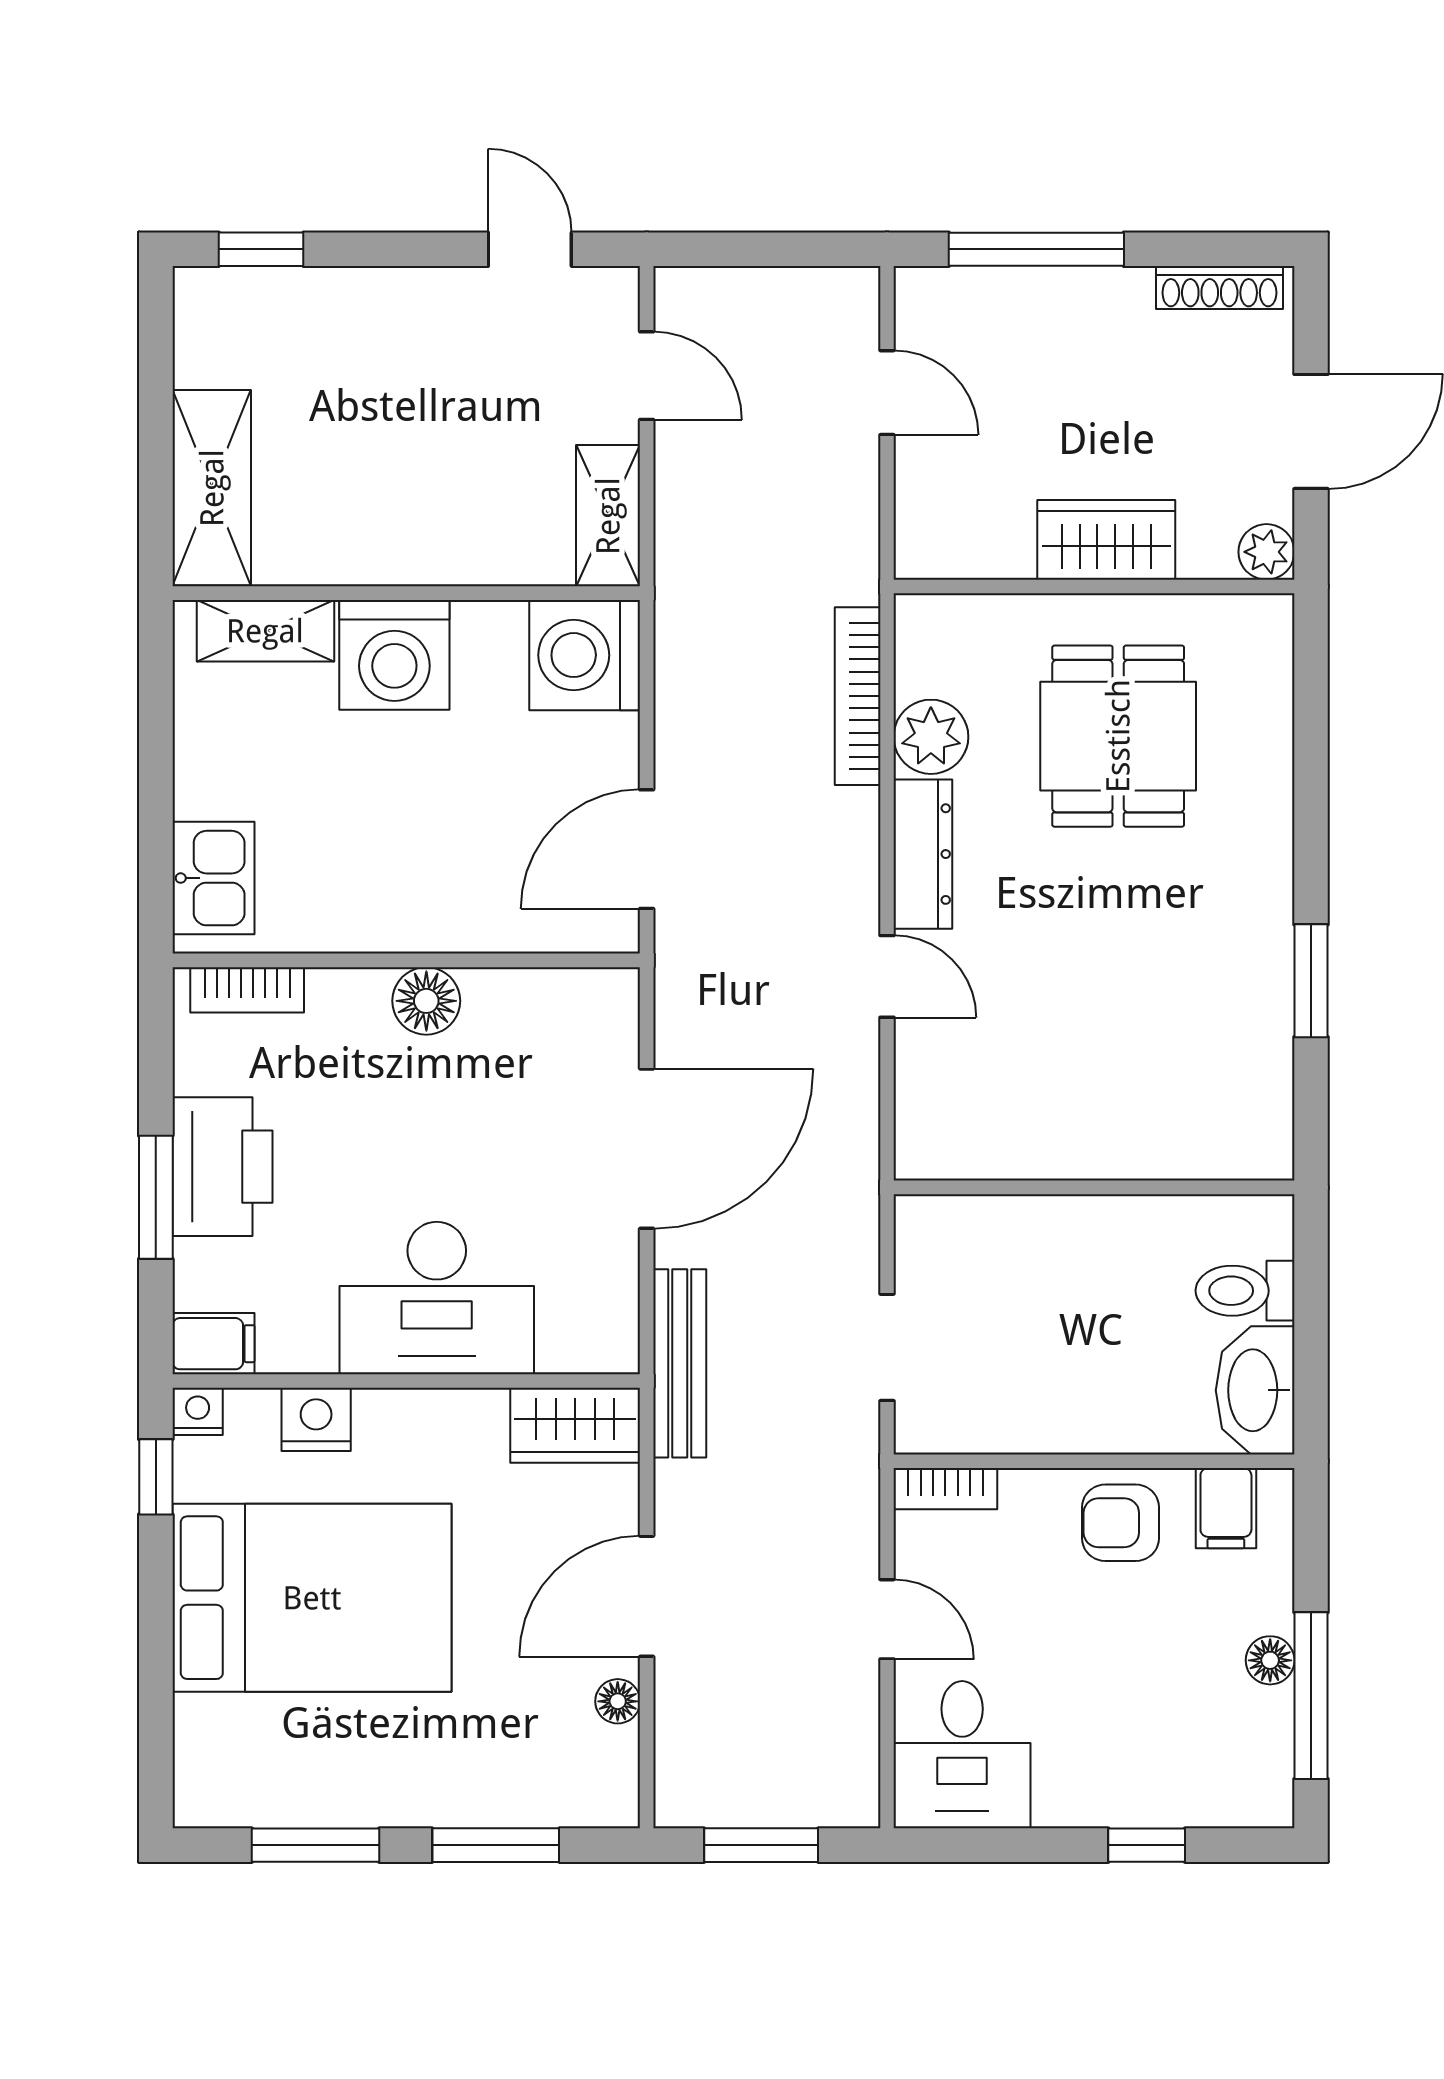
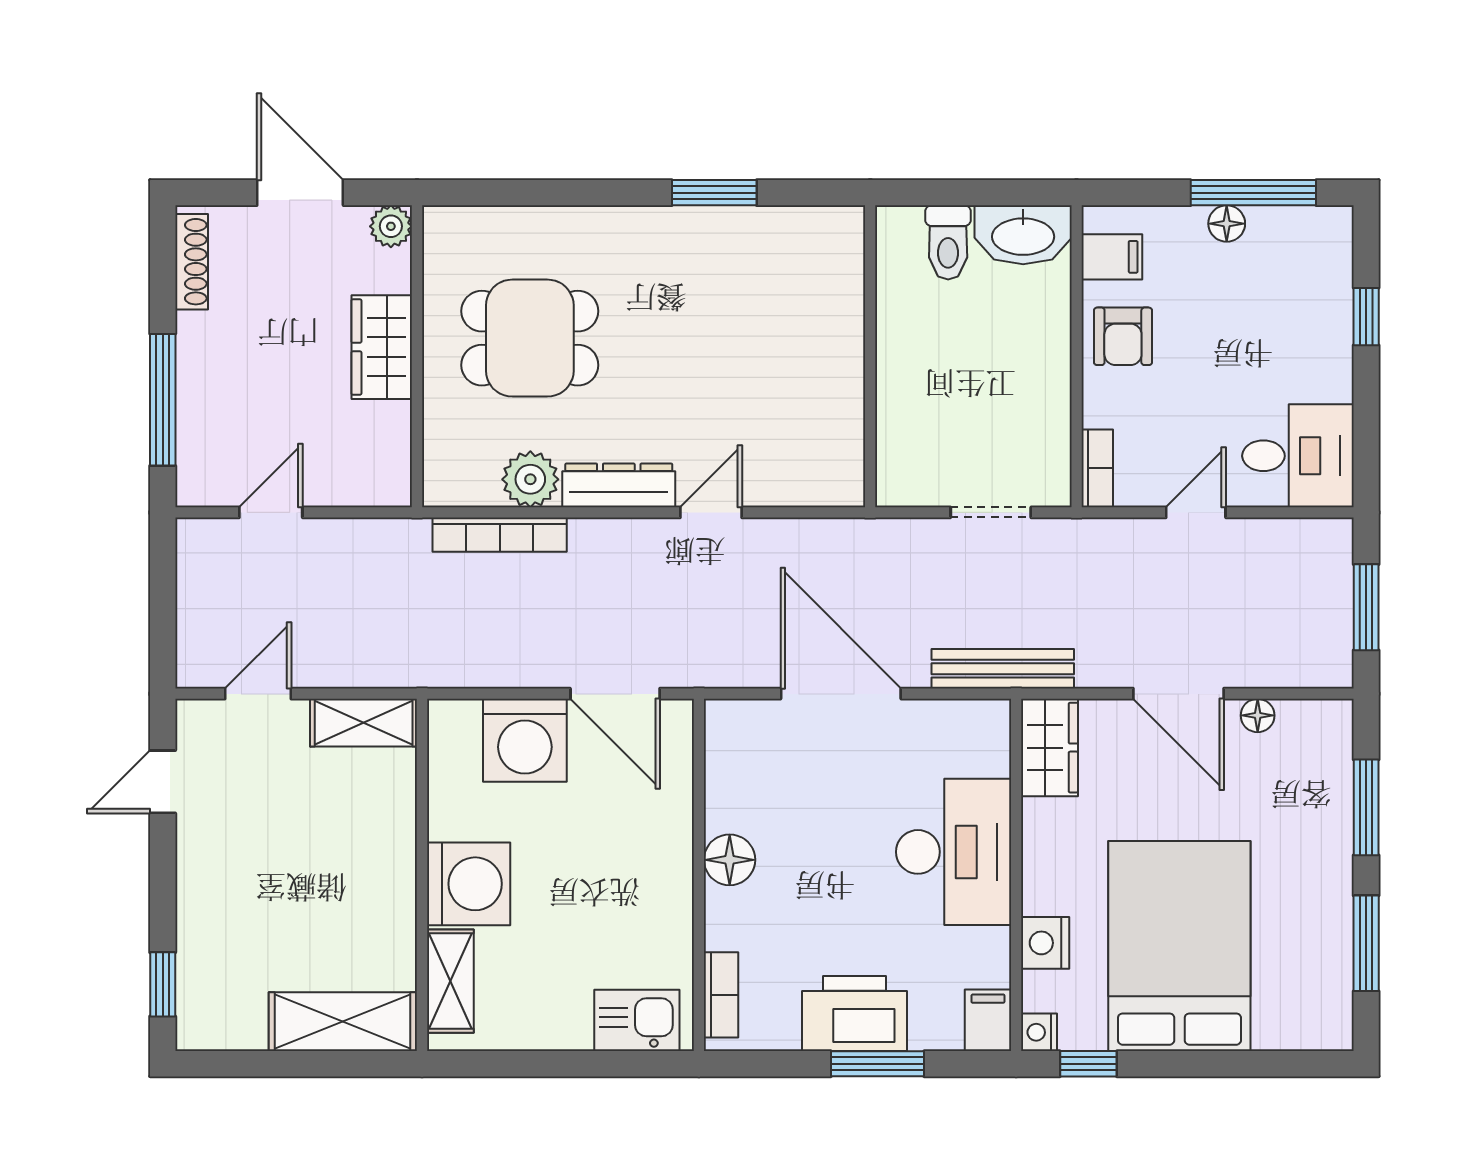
washing machine: (585, 655) -> (525, 740), moved

